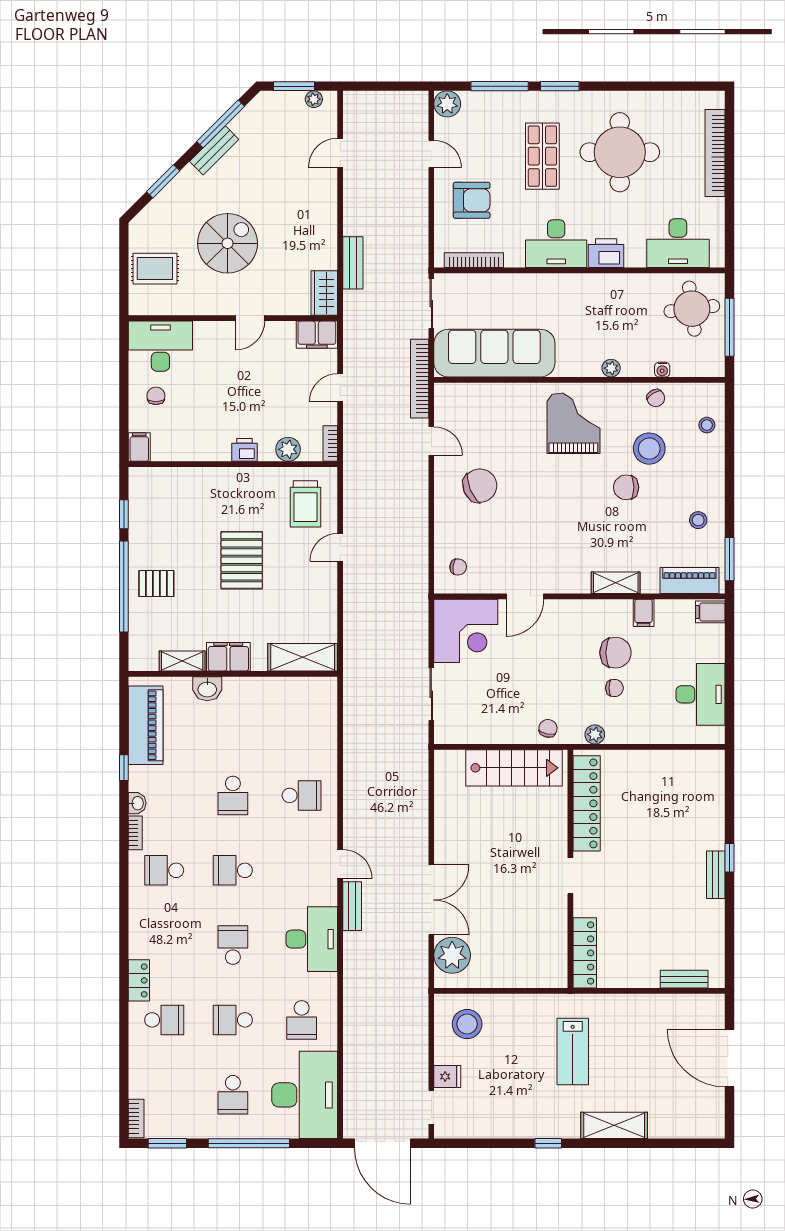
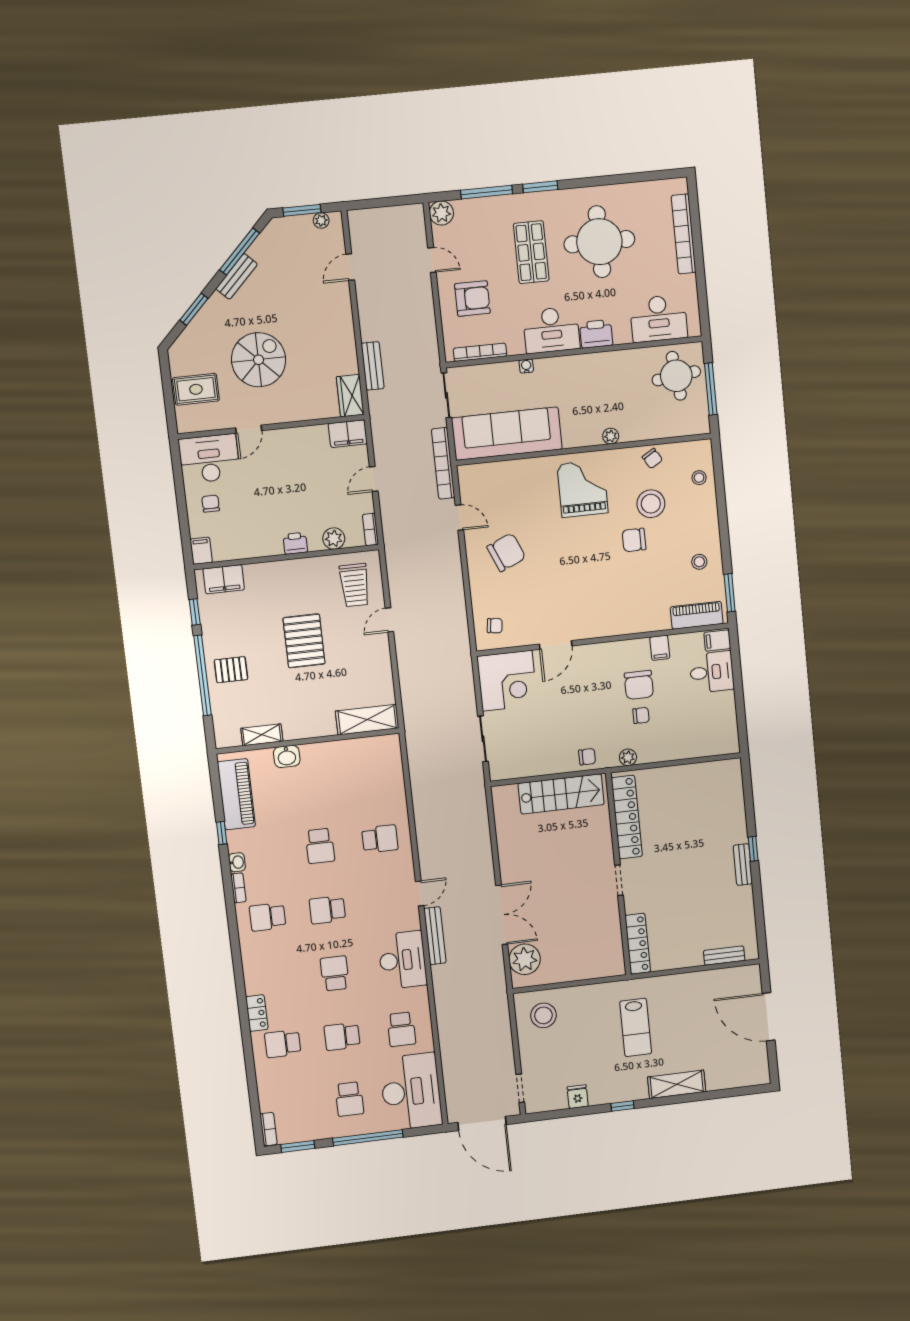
door: (250, 318) -> (249, 429), moved
water cooler: (662, 370) -> (526, 366), moved, turned 180
shelving: (616, 583) -> (633, 624), removed
chair: (615, 653) -> (639, 685), turned 90
filing cabinet: (228, 657) -> (224, 579), moved, turned 180
desk: (701, 694) -> (712, 672), moved, width x0.73
chair: (548, 728) -> (587, 757), turned 78
door: (340, 864) -> (420, 894), hinge flipped
bench: (352, 906) -> (435, 936), width x1.36
school desk: (164, 1020) -> (283, 1044), turned 180
fridge: (447, 1076) -> (578, 1097), moved, turned -90

